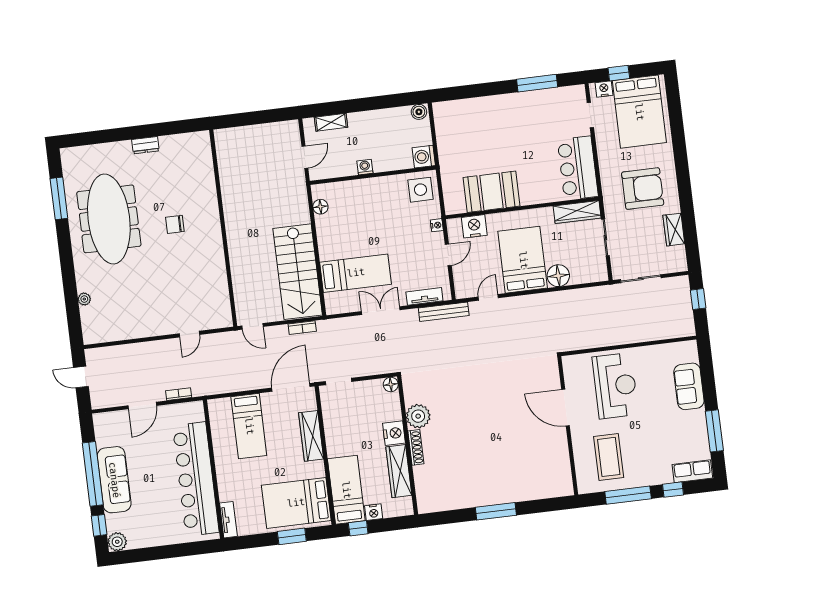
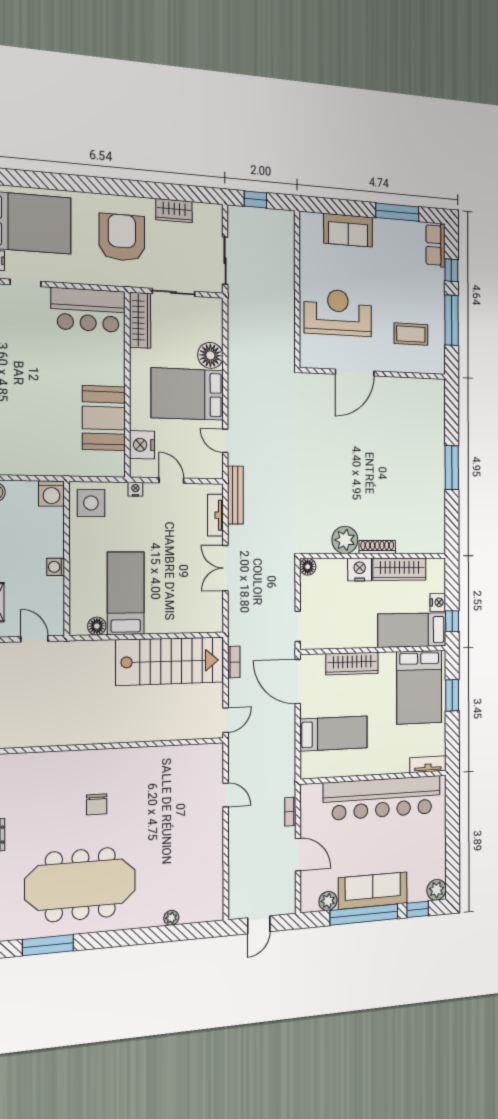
bed: (356, 273) -> (126, 593), moved
plant: (103, 438) -> (328, 901), added
coffee table: (609, 457) -> (411, 334), width x0.73, depth x0.76

